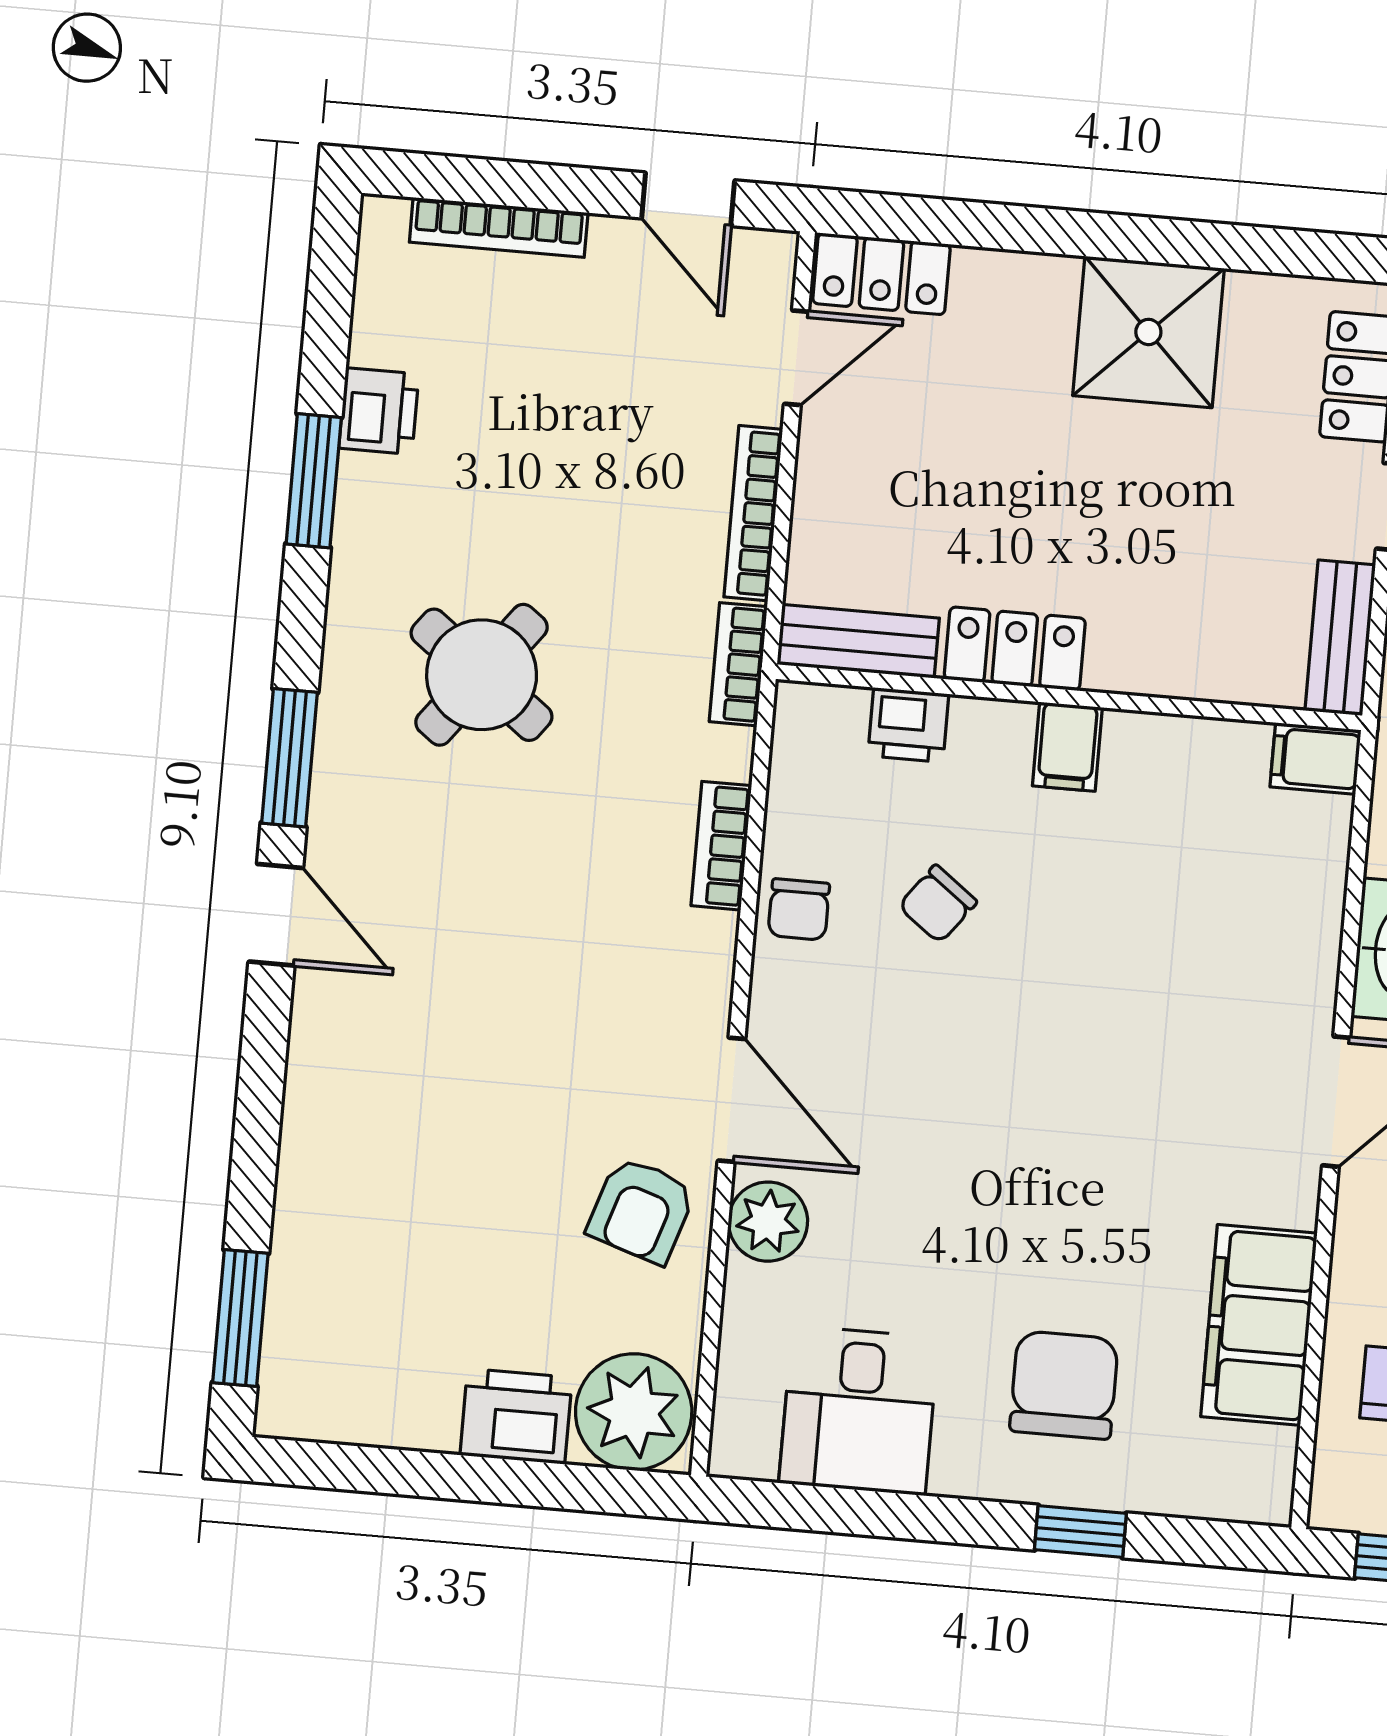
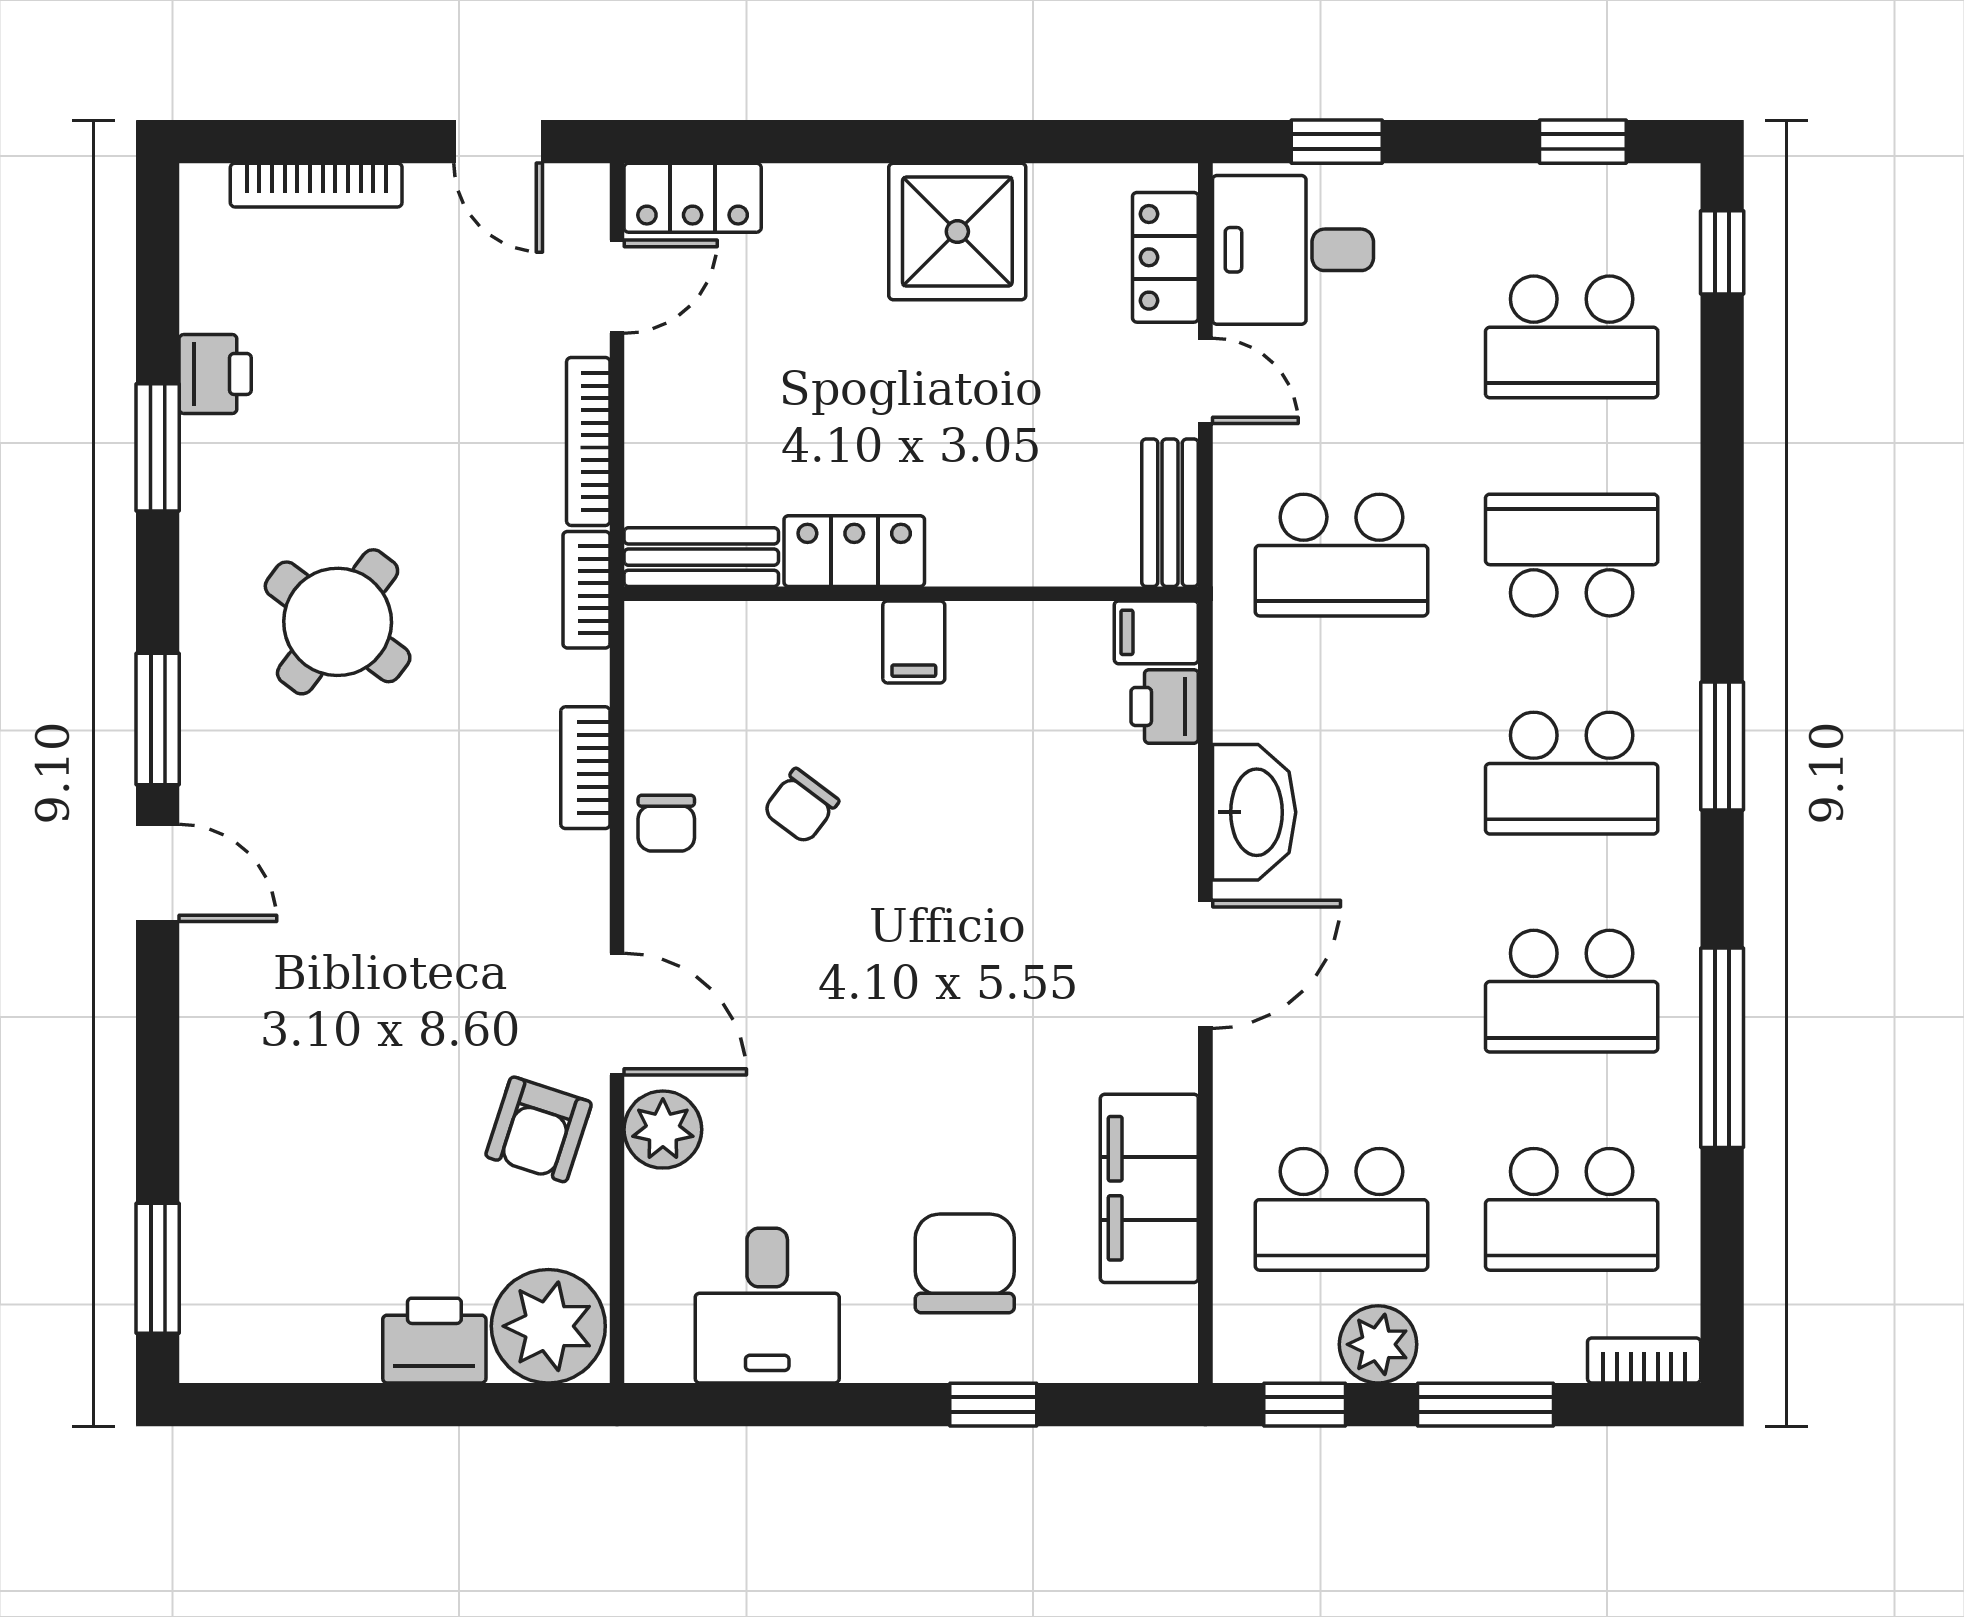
printer: (908, 725) -> (1165, 706), moved, turned 90

